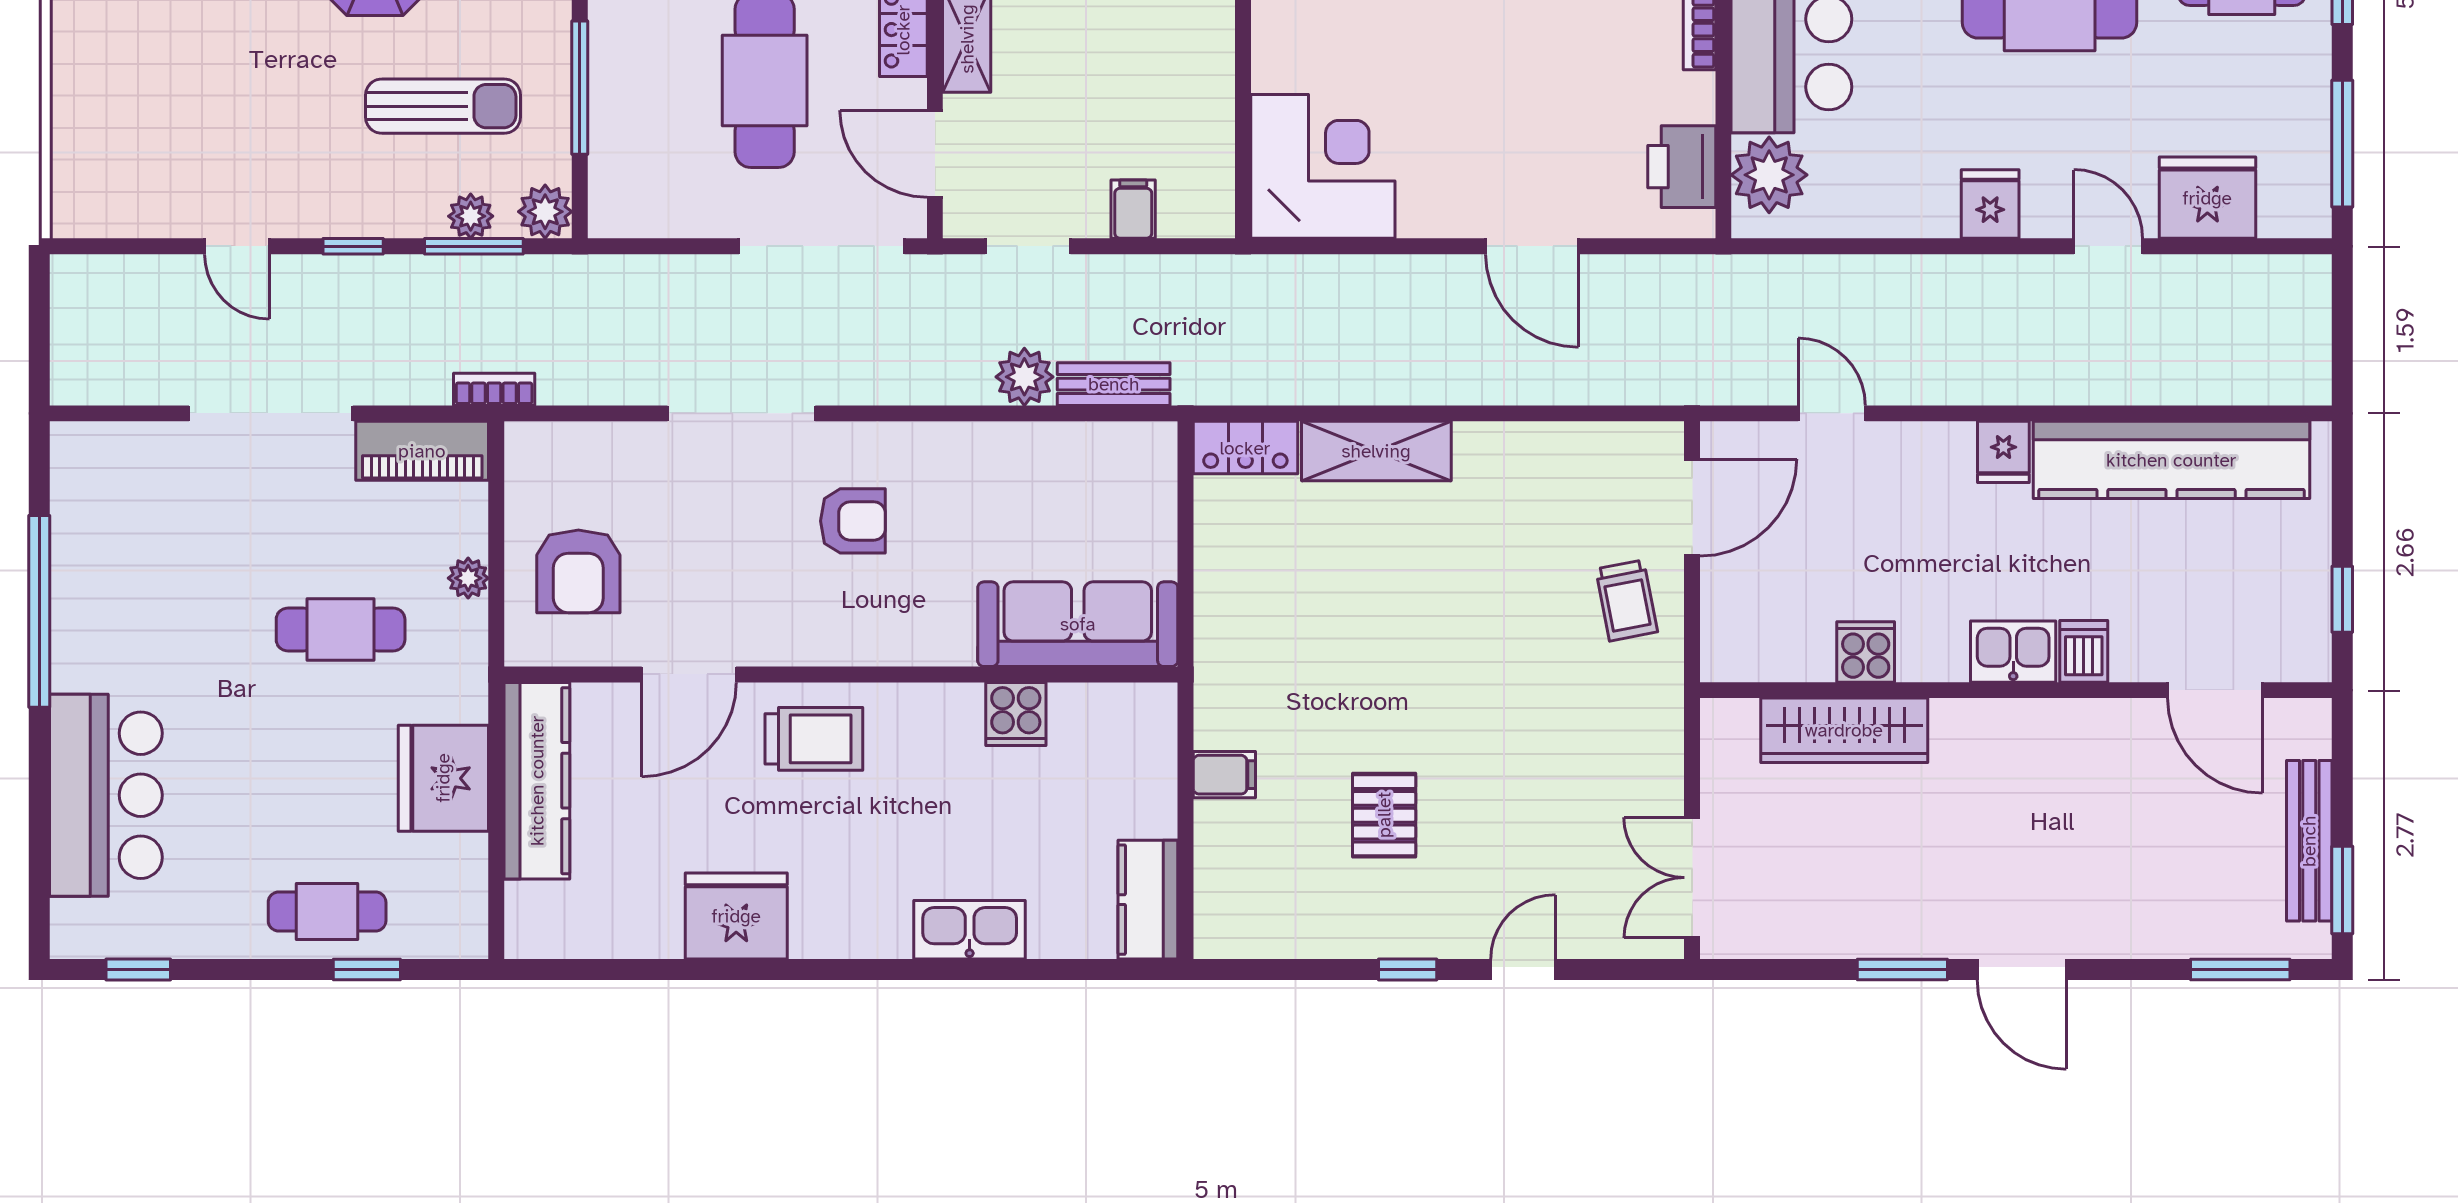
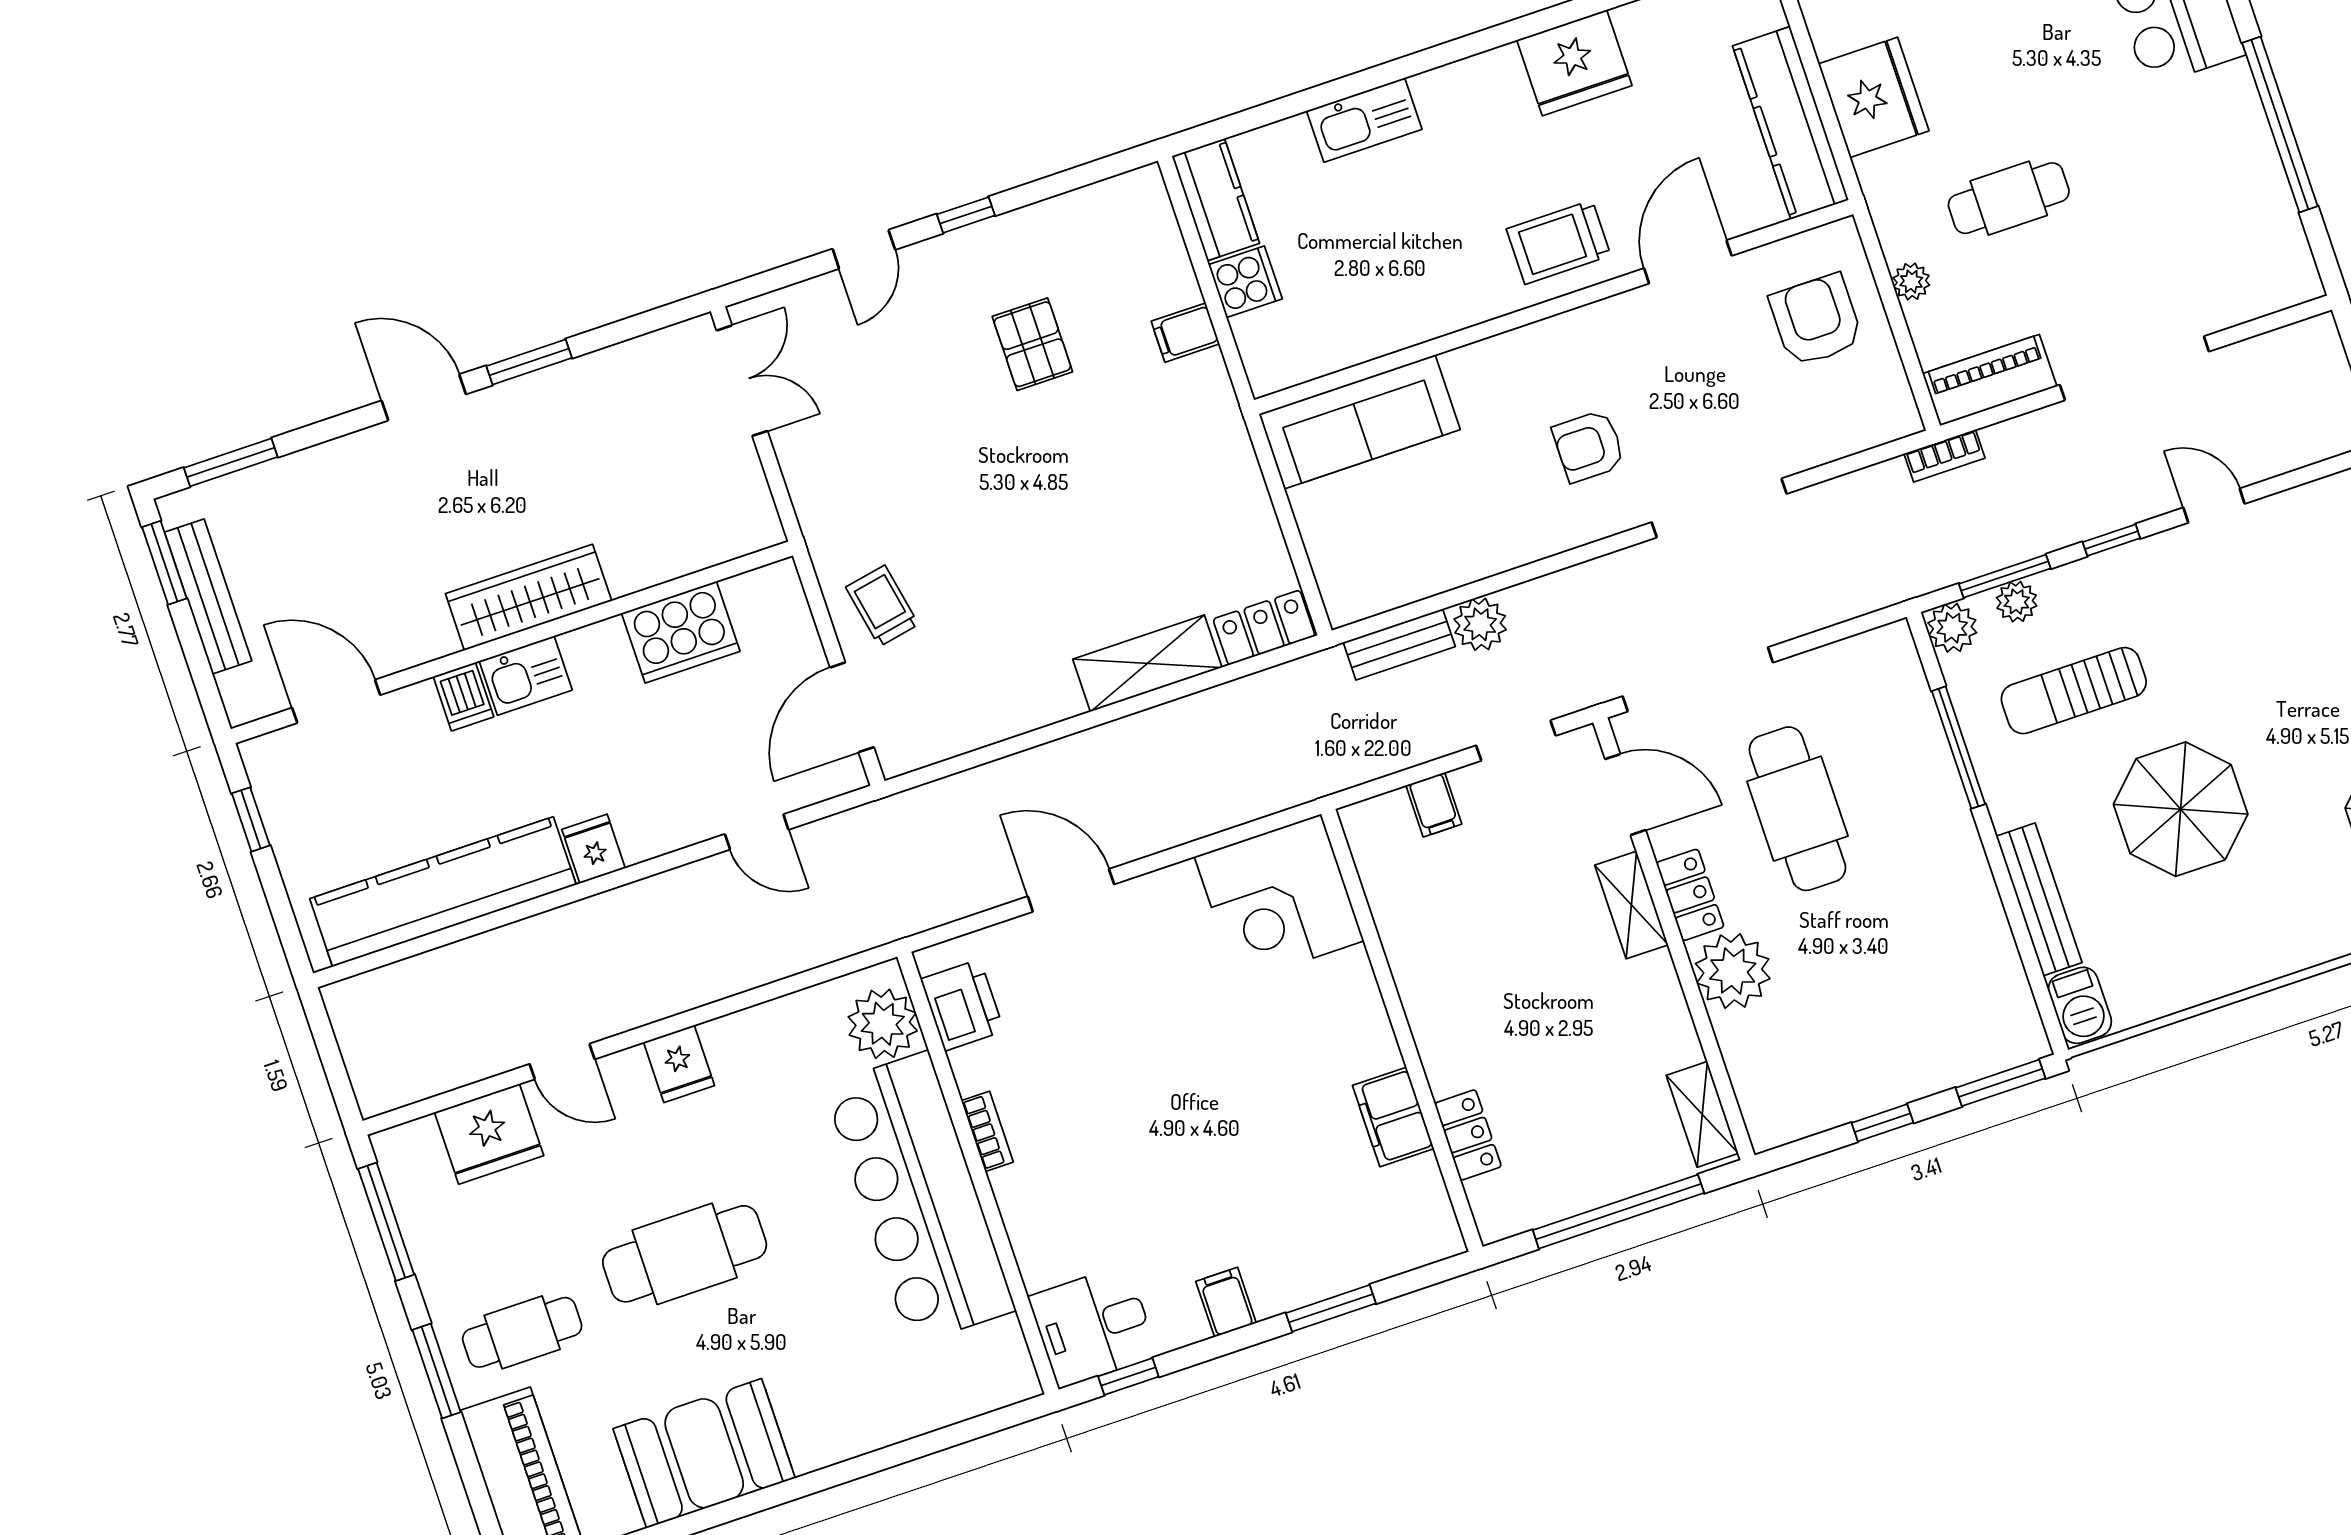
cooker: (1866, 652) -> (681, 632), width x1.87, depth x1.31
cooker: (1016, 714) -> (1245, 282), moved, turned 90
wardrobe: (1844, 730) -> (529, 597), moved

